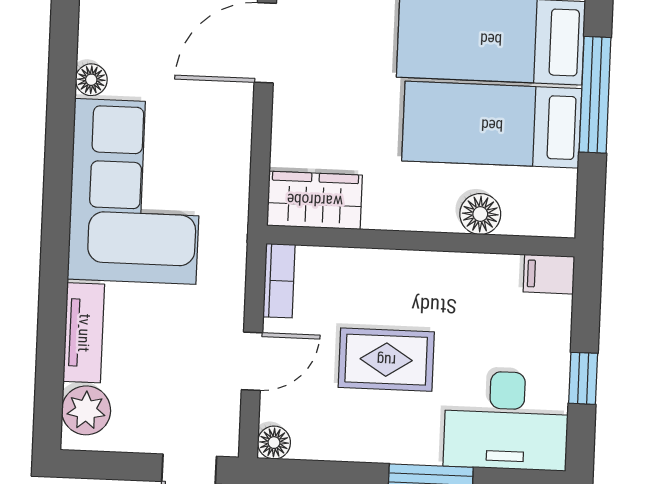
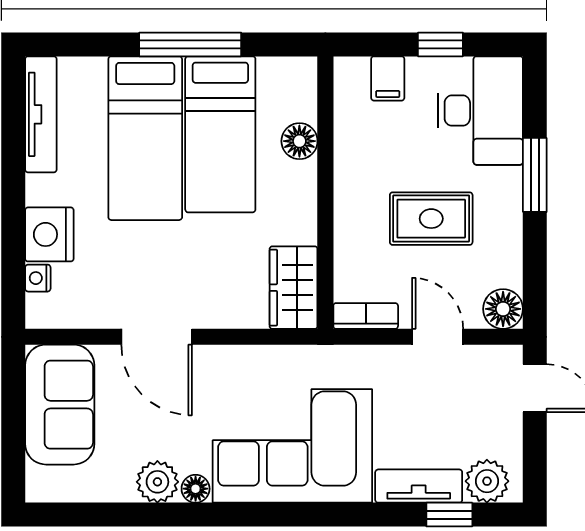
plant: (101, 37) -> (157, 482), added
filing cabinet: (549, 274) -> (388, 78), moved
rug: (386, 360) -> (431, 219), turned 90
window: (50, 366) -> (449, 515), added
floor lamp: (274, 443) -> (503, 309), width x1.37, depth x1.37

